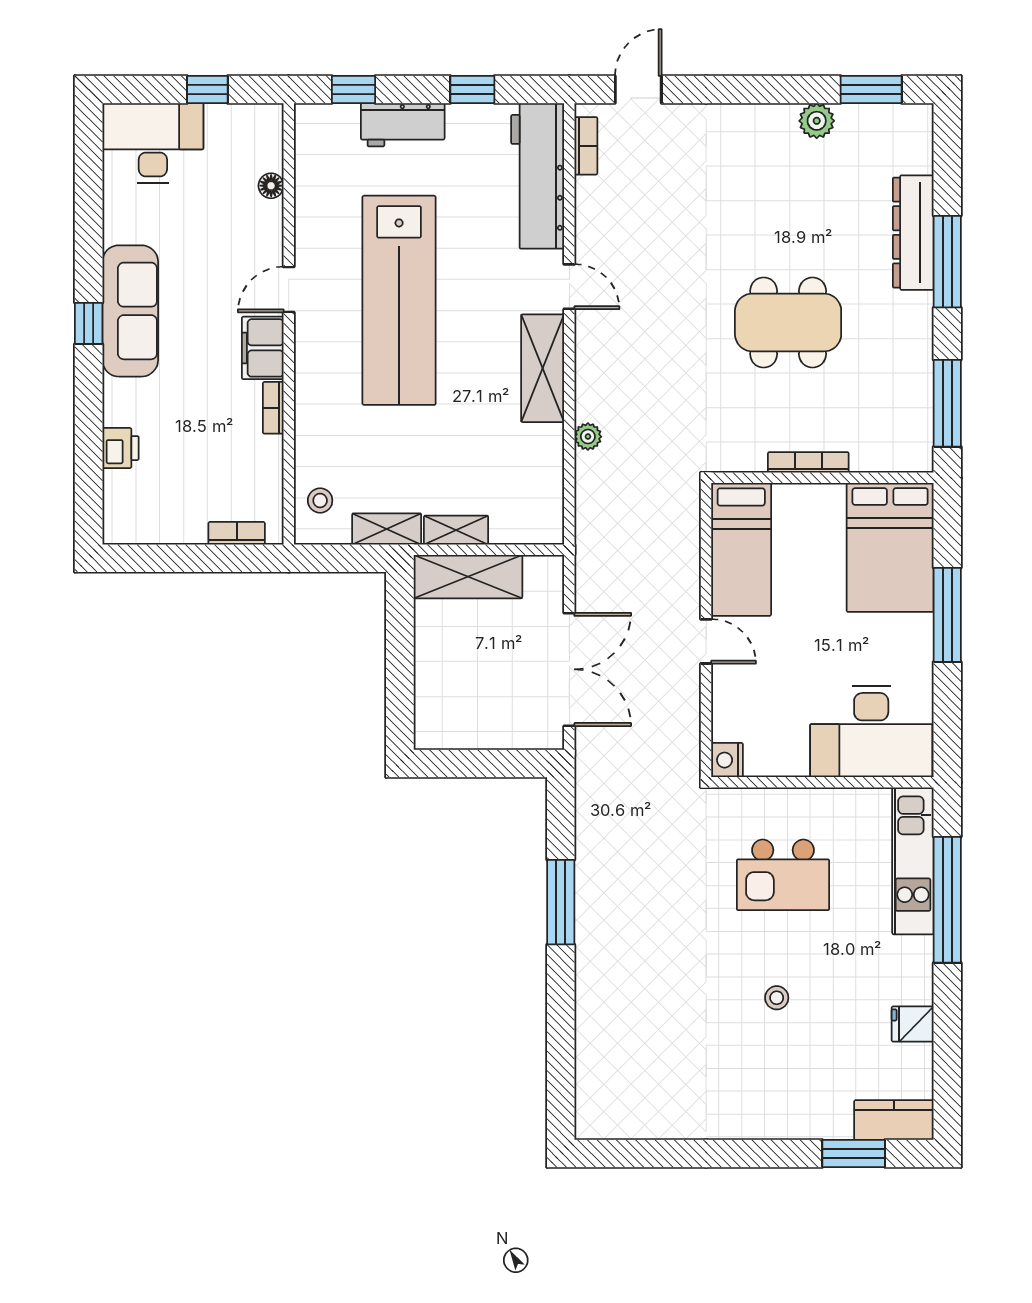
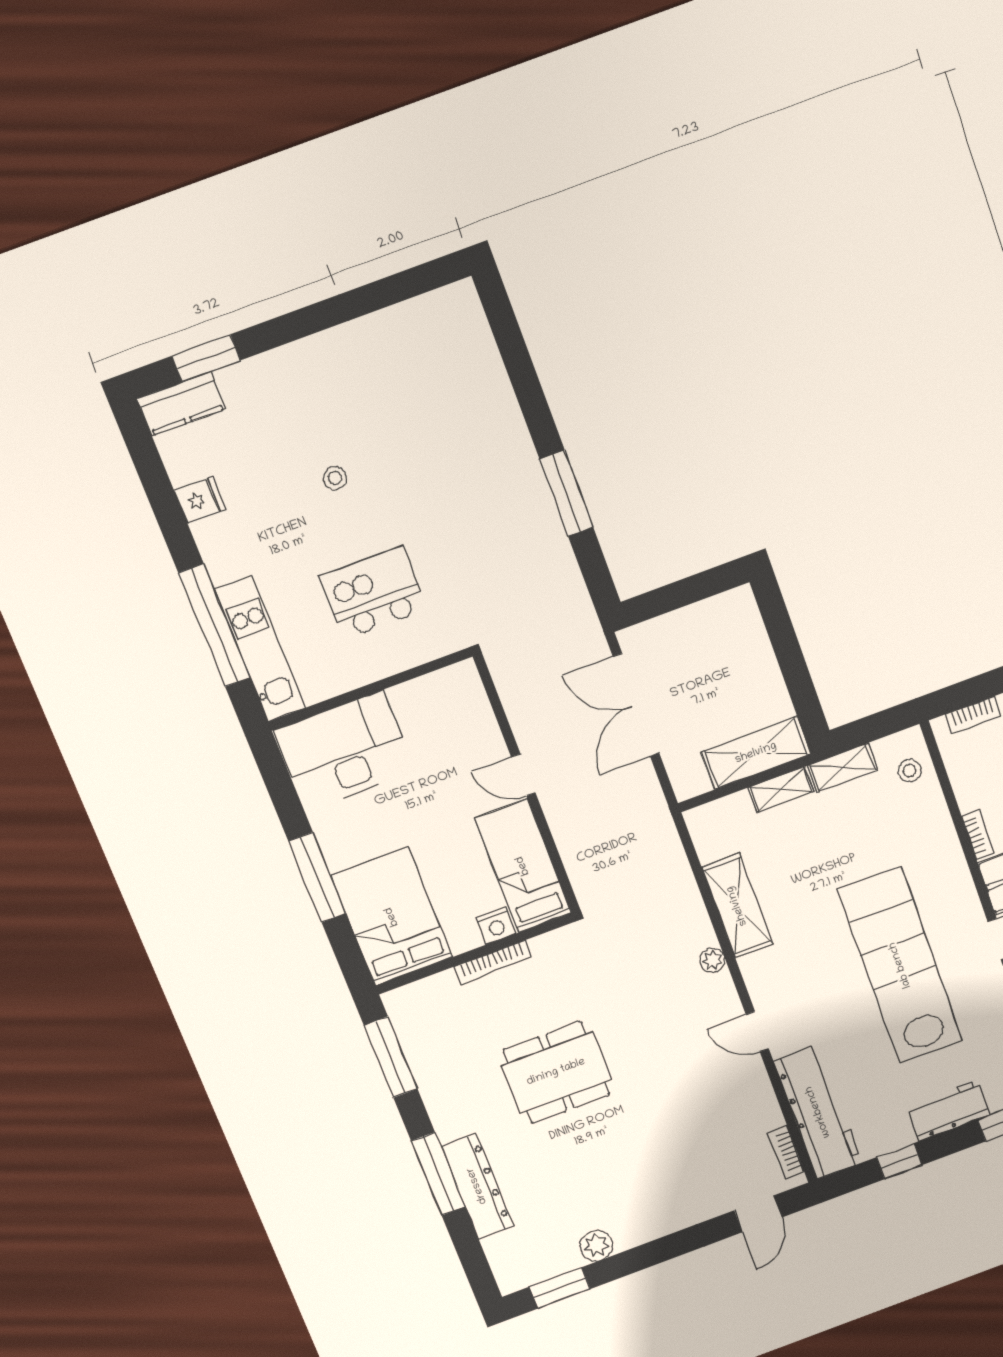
shelving: (543, 368) -> (737, 906), moved
plant: (588, 437) -> (712, 960), moved
nightstand: (727, 760) -> (496, 926), moved, turned 90

